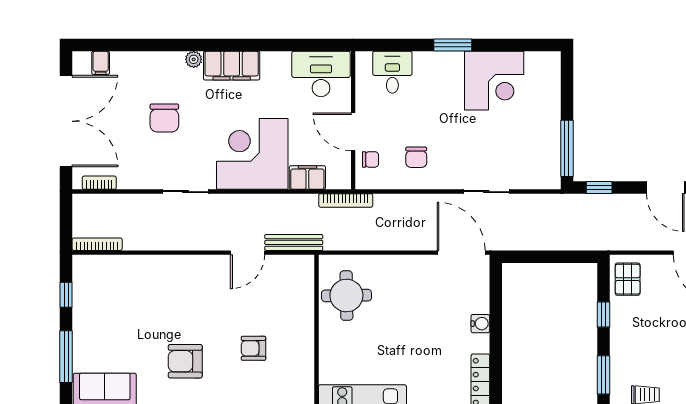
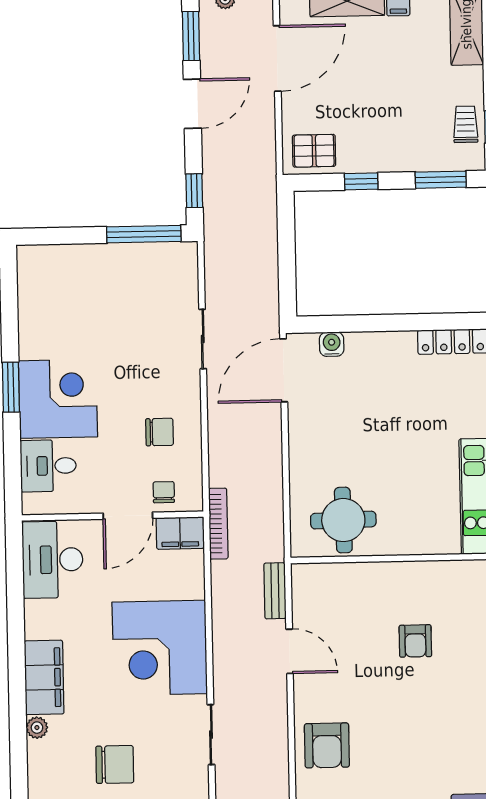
corner desk: (494, 81) -> (58, 399), moved
filing cabinet: (307, 178) -> (180, 533), moved, turned -90
bench: (294, 242) -> (275, 591), width x0.73
water cooler: (480, 324) -> (332, 344), moved
armchair: (185, 361) -> (327, 745), moved

